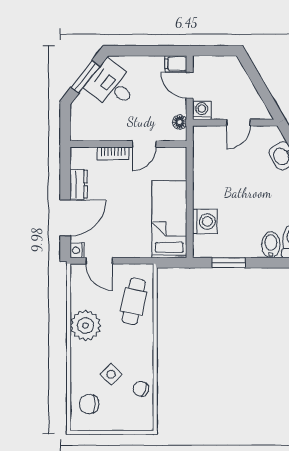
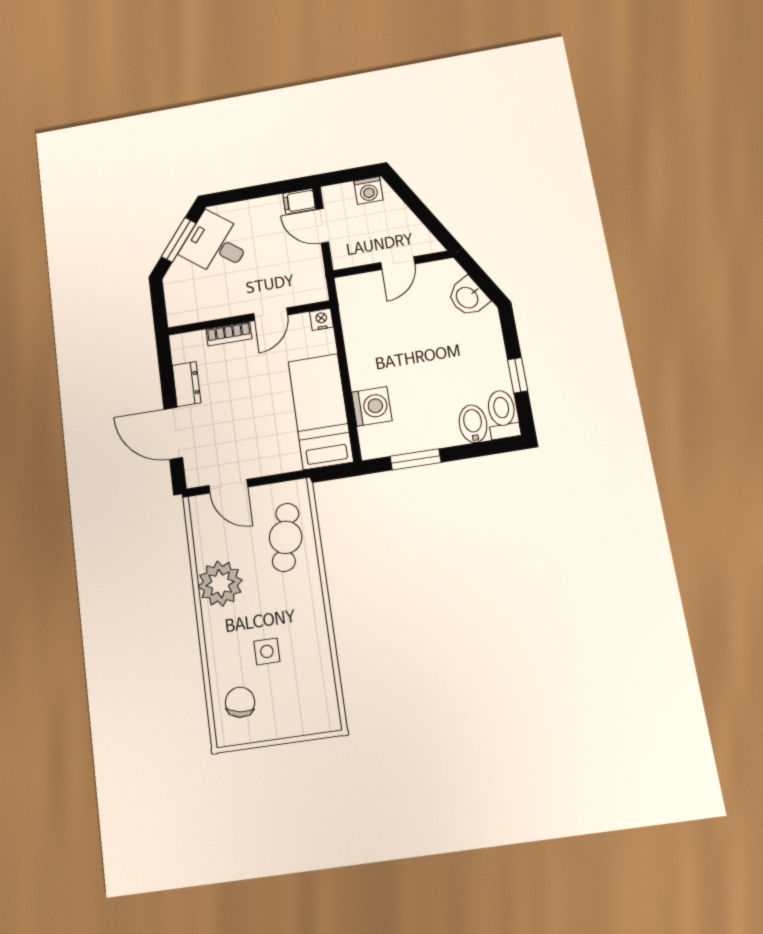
washing machine: (202, 111) -> (369, 190), moved, turned 180
floor lamp: (180, 122) -> (316, 277), removed
door: (65, 218) -> (173, 433), swing flipped
nightstand: (77, 250) -> (321, 319), moved, turned 90
side table: (111, 374) -> (267, 651), turned 45
chair: (141, 389) -> (314, 667), removed
chair: (89, 404) -> (240, 702), turned 99

